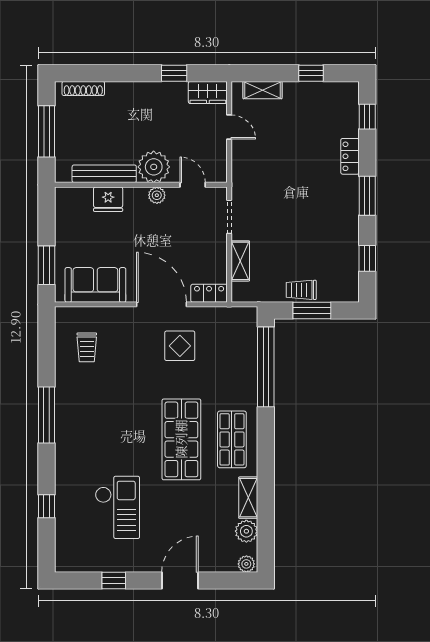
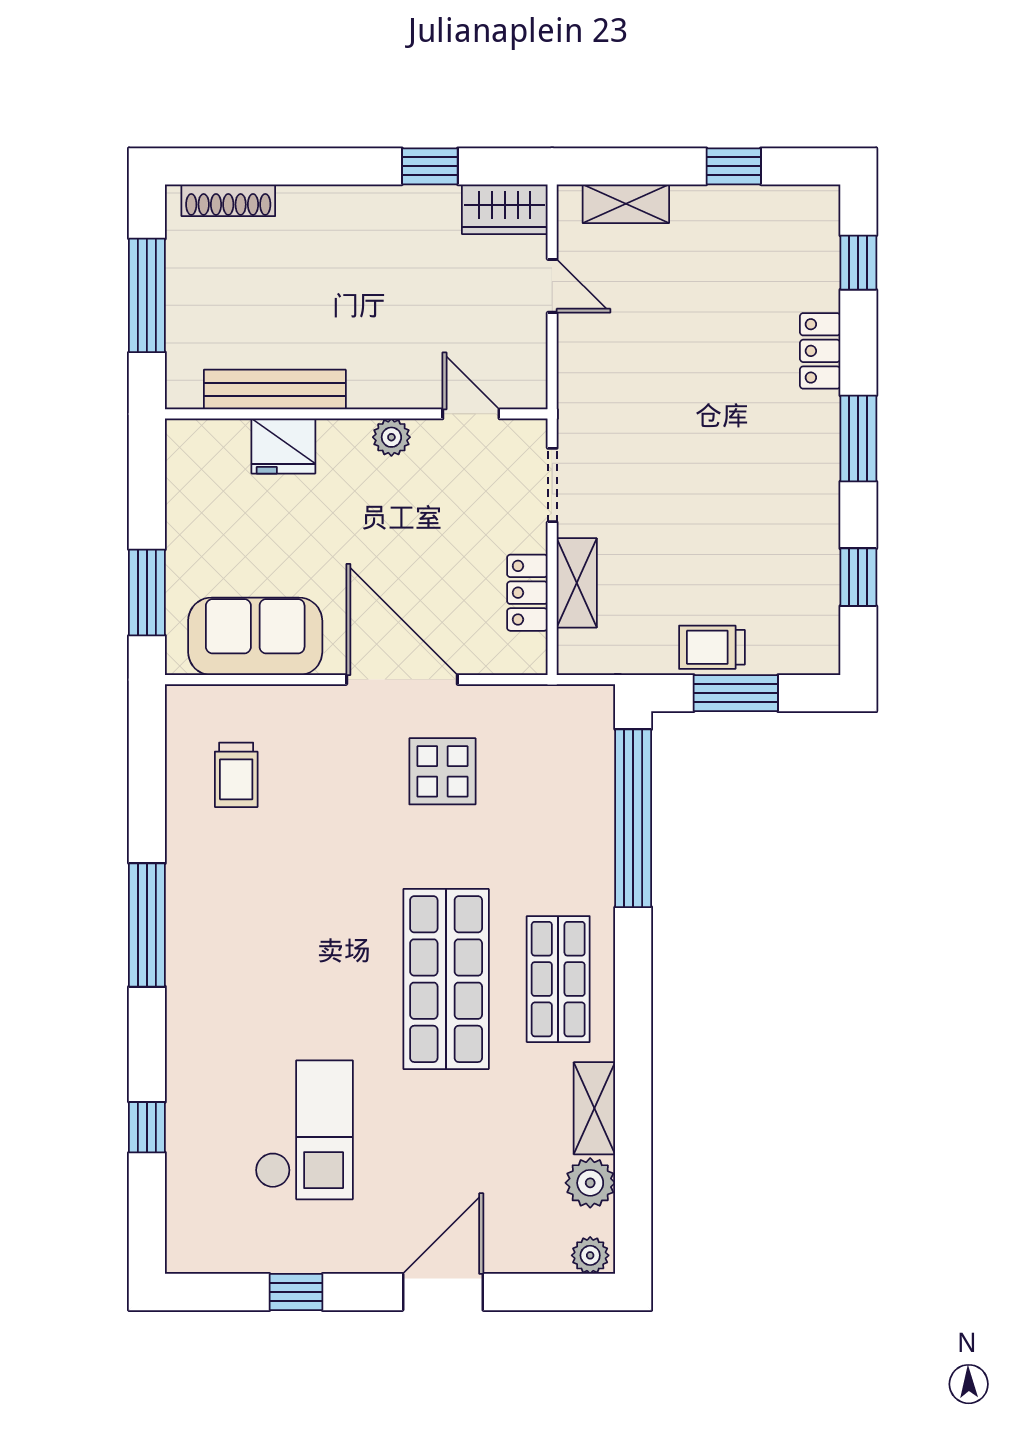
plant: (154, 167) -> (385, 374), removed
locker: (209, 293) -> (527, 593), moved, turned -90

